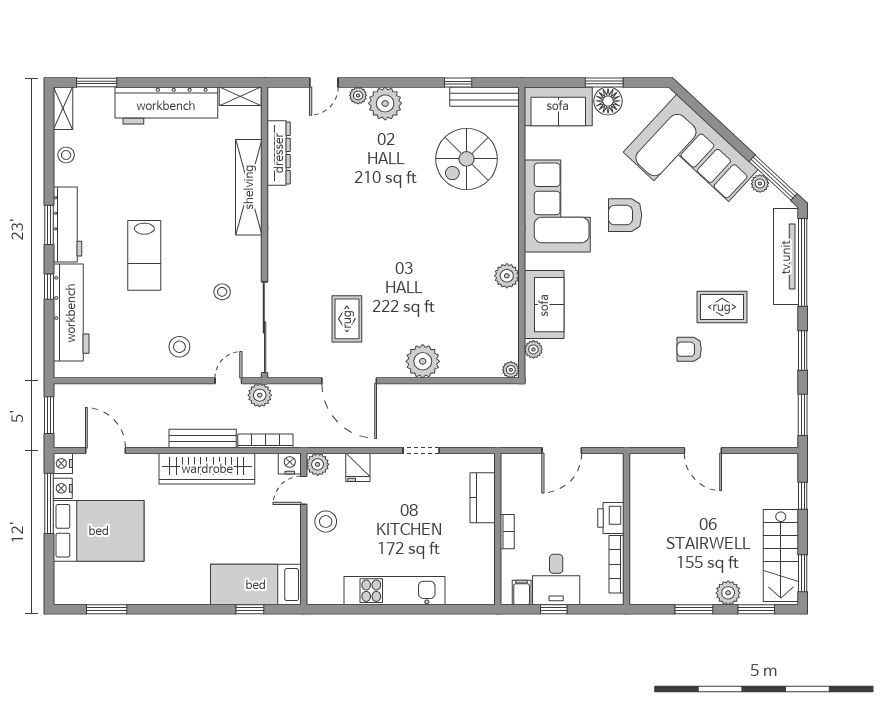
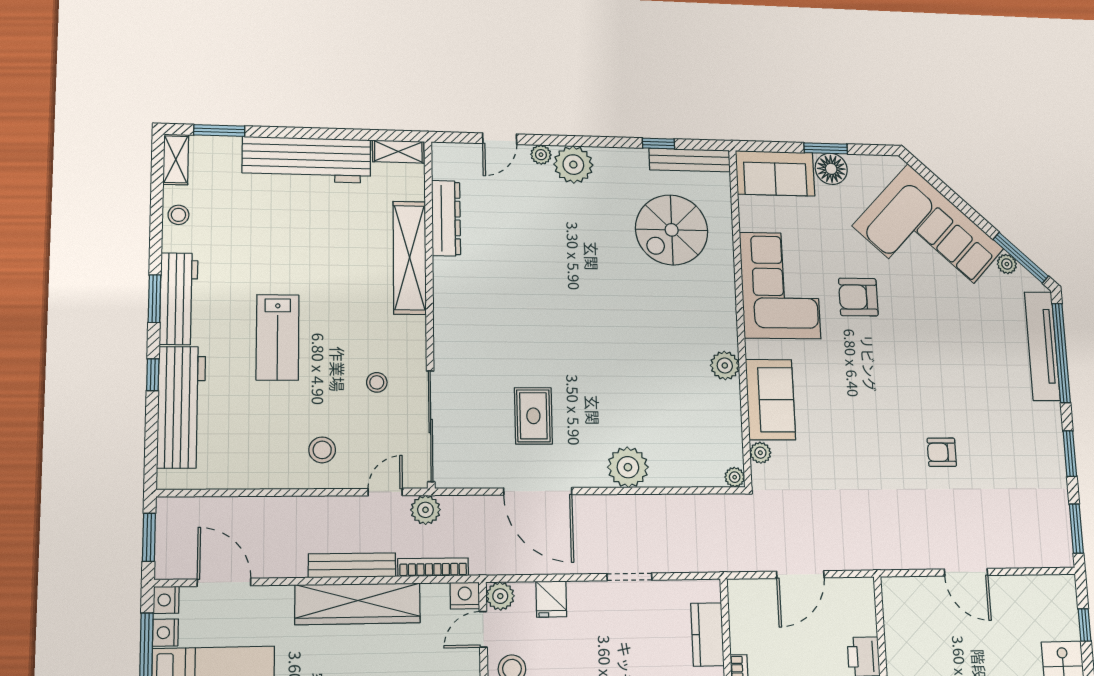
rug: (722, 307) -> (975, 403), removed

